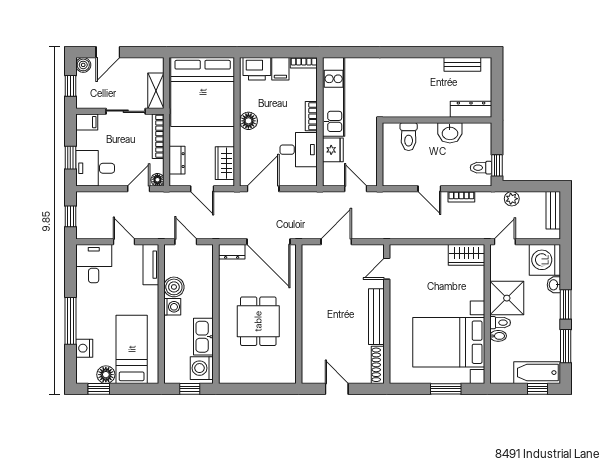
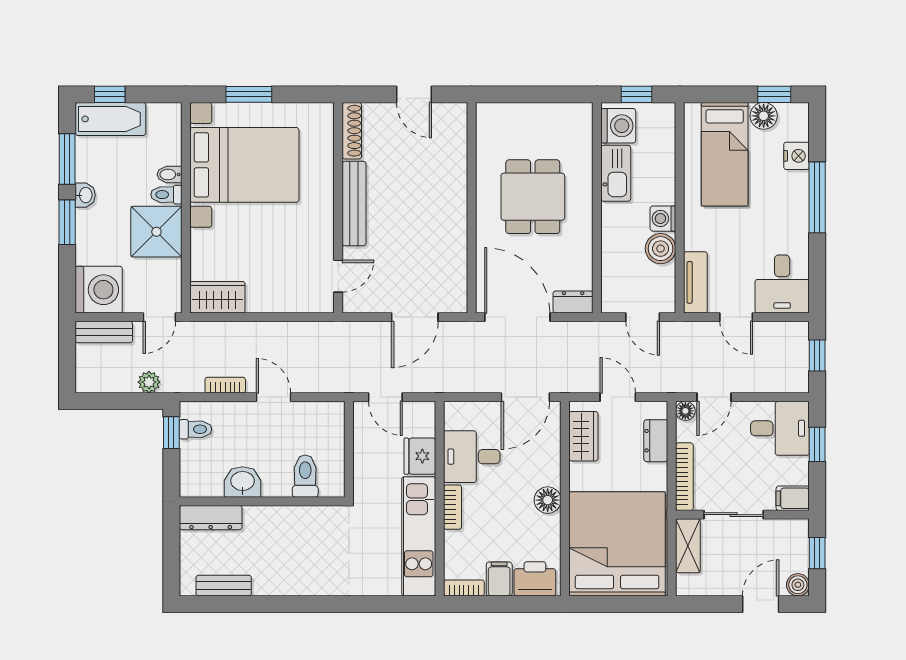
bench: (553, 210) -> (104, 332), moved, turned 90
washbasin: (554, 285) -> (85, 195), moved

